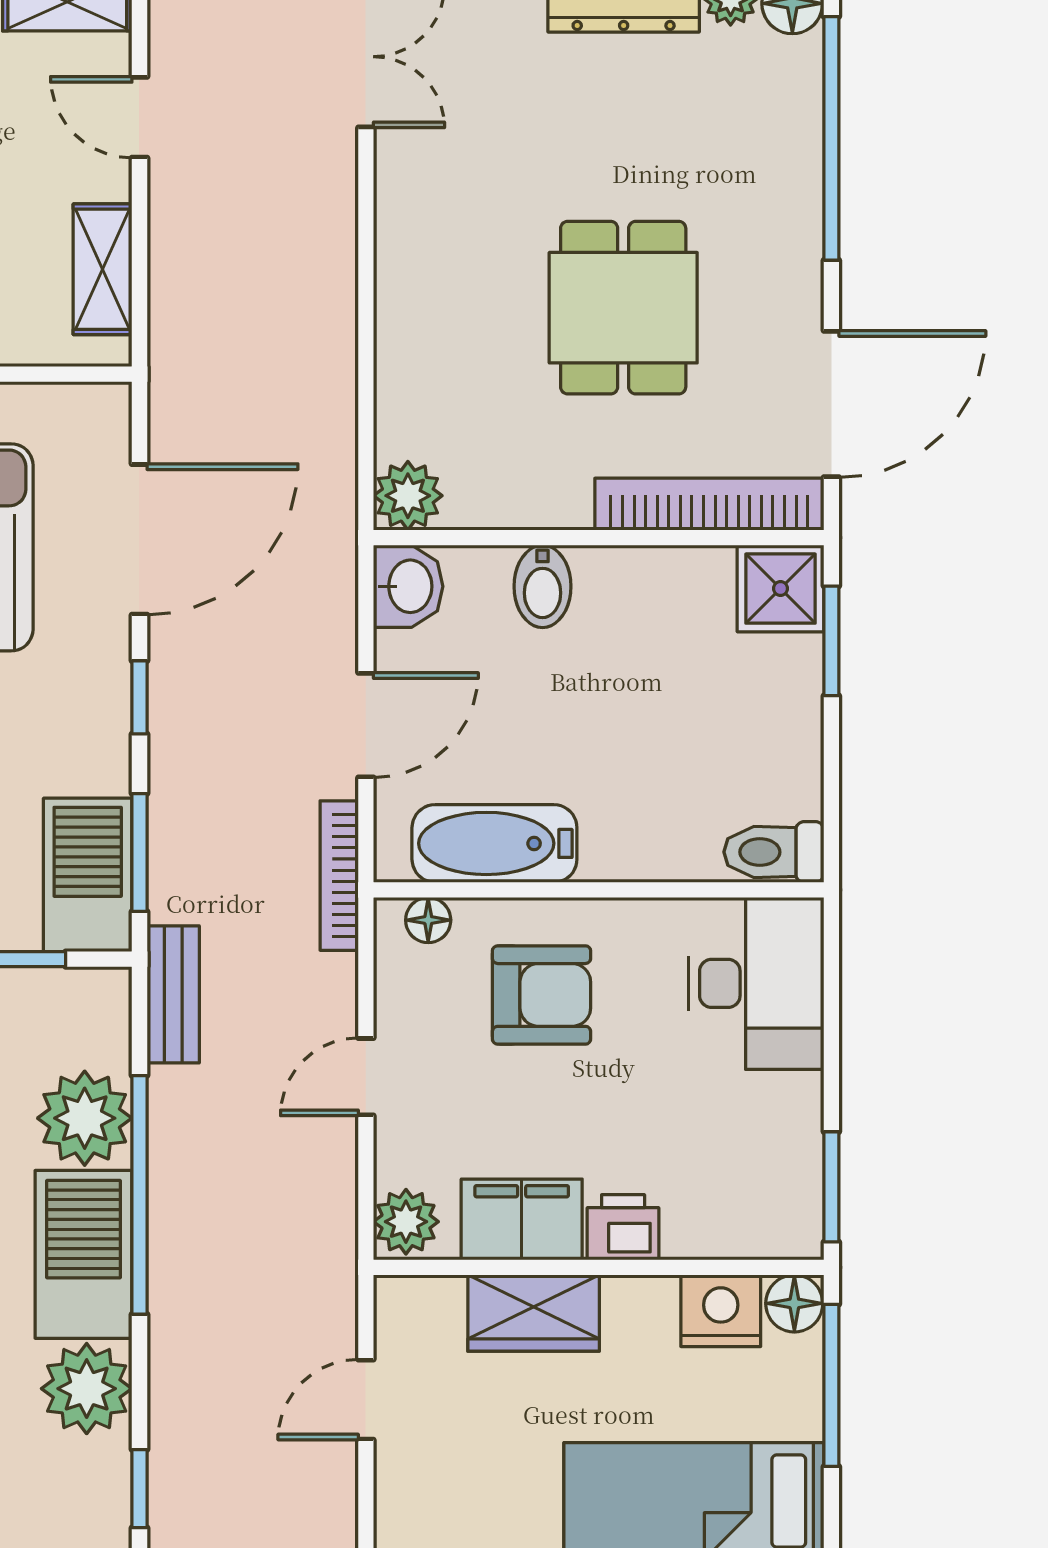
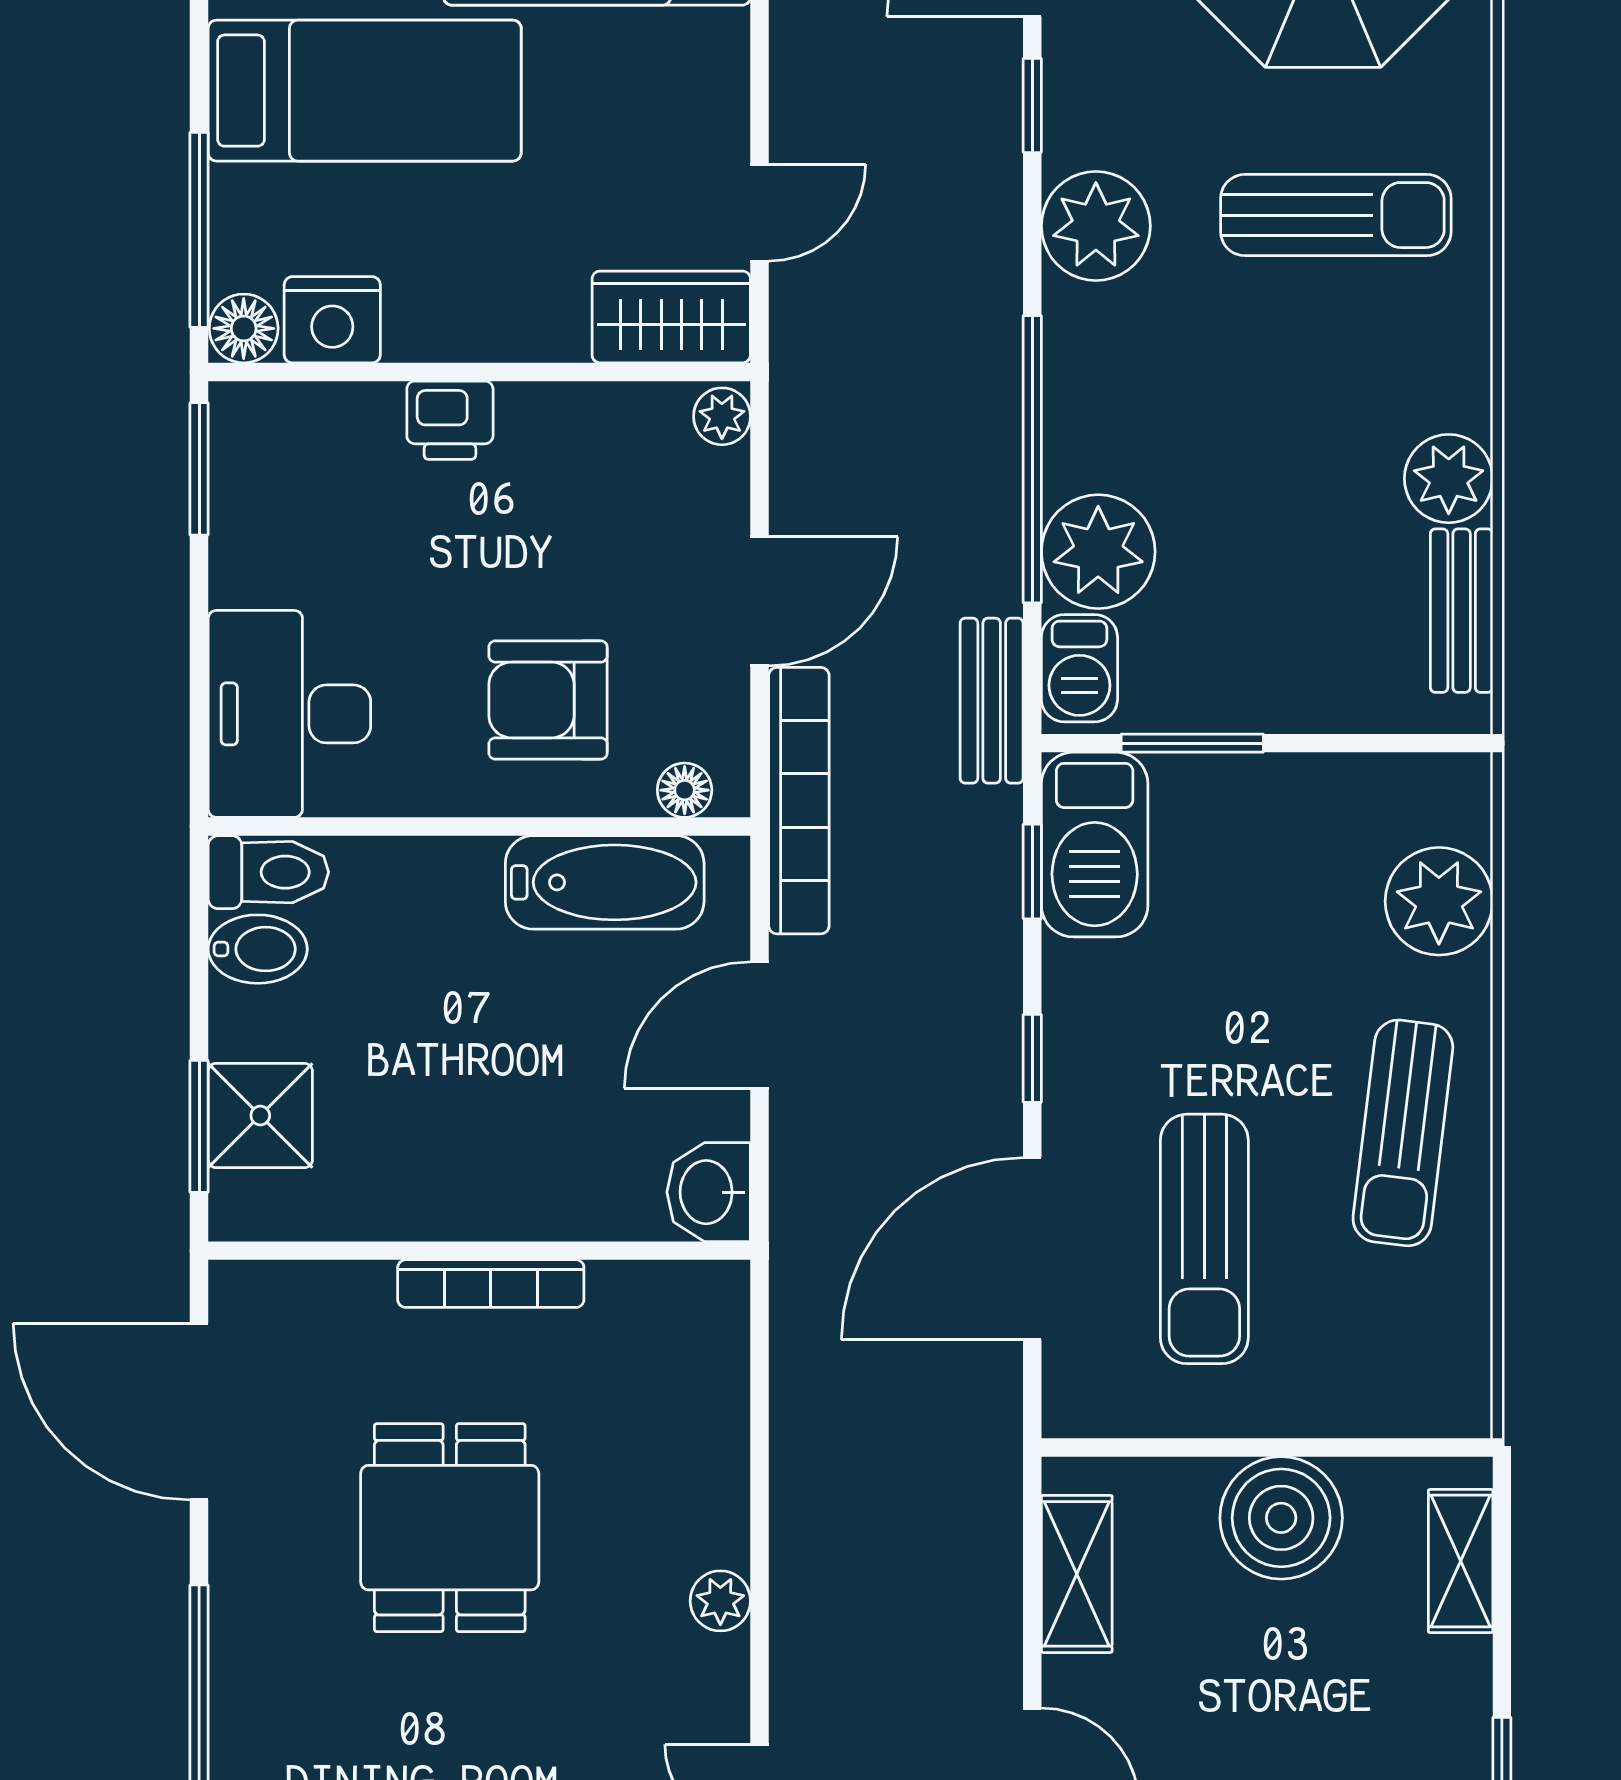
door: (831, 404) -> (199, 1412), hinge flipped
plant: (408, 496) -> (720, 1601), moved, width x0.73, depth x0.73
bookcase: (709, 504) -> (491, 1284), moved, width x0.68, depth x0.76
bidet: (543, 586) -> (258, 949), moved, turned 90
shower: (781, 589) -> (260, 1115), moved
window: (139, 853) -> (1032, 872), width x0.67
bookcase: (339, 876) -> (799, 801), width x1.48, depth x1.31
door: (366, 1077) -> (760, 601), width x1.38
filing cabinet: (522, 1219) -> (572, 430), removed
plant: (406, 1222) -> (722, 416), width x0.73, depth x0.73
barbecue: (83, 1254) -> (1079, 668), moved, width x0.53, depth x0.65
wardrobe: (534, 1313) -> (671, 317), moved

